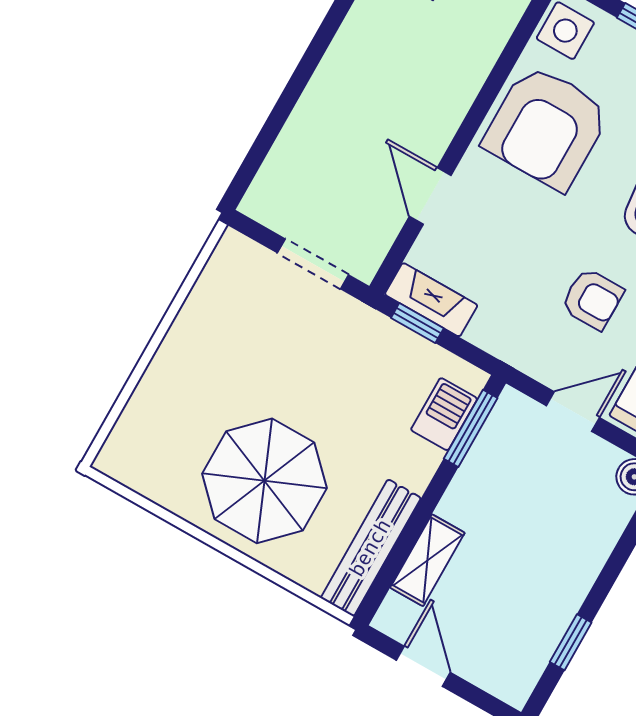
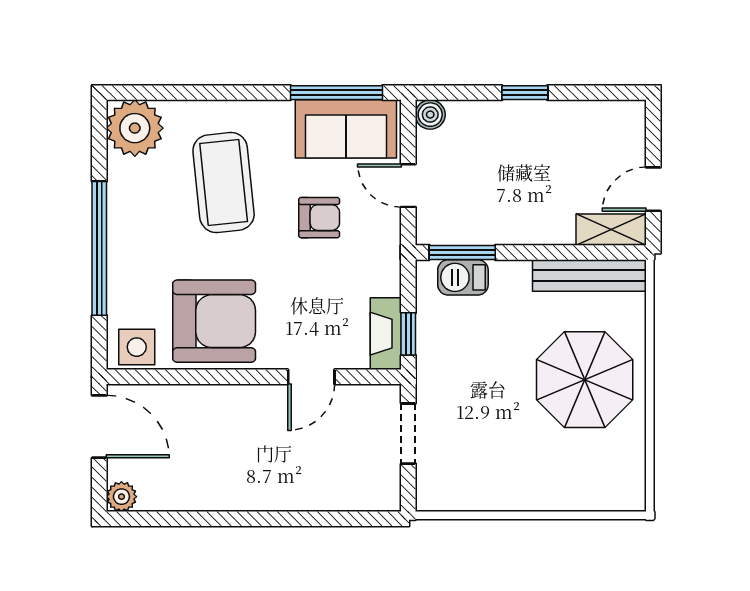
armchair: (592, 299) -> (319, 218), turned 90
shelving: (427, 560) -> (611, 230), moved
window: (571, 642) -> (525, 93), moved

